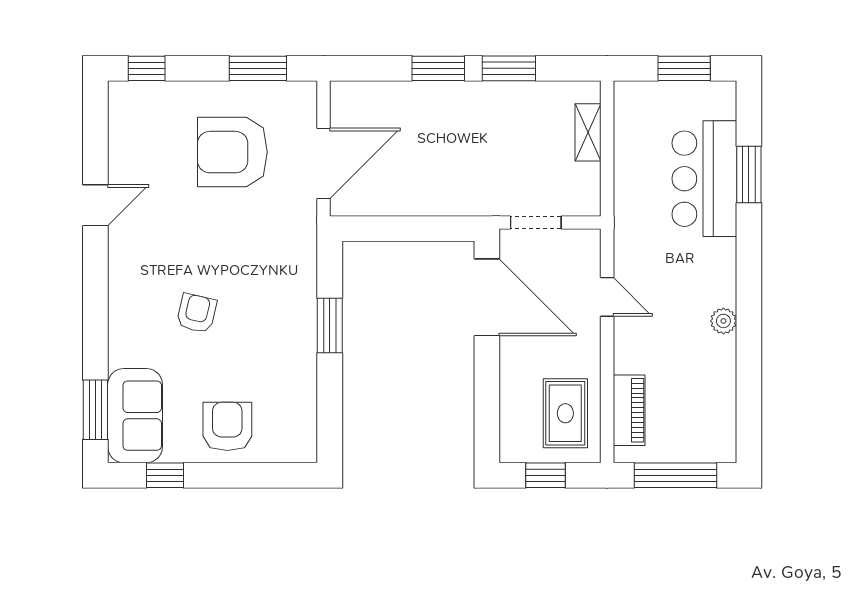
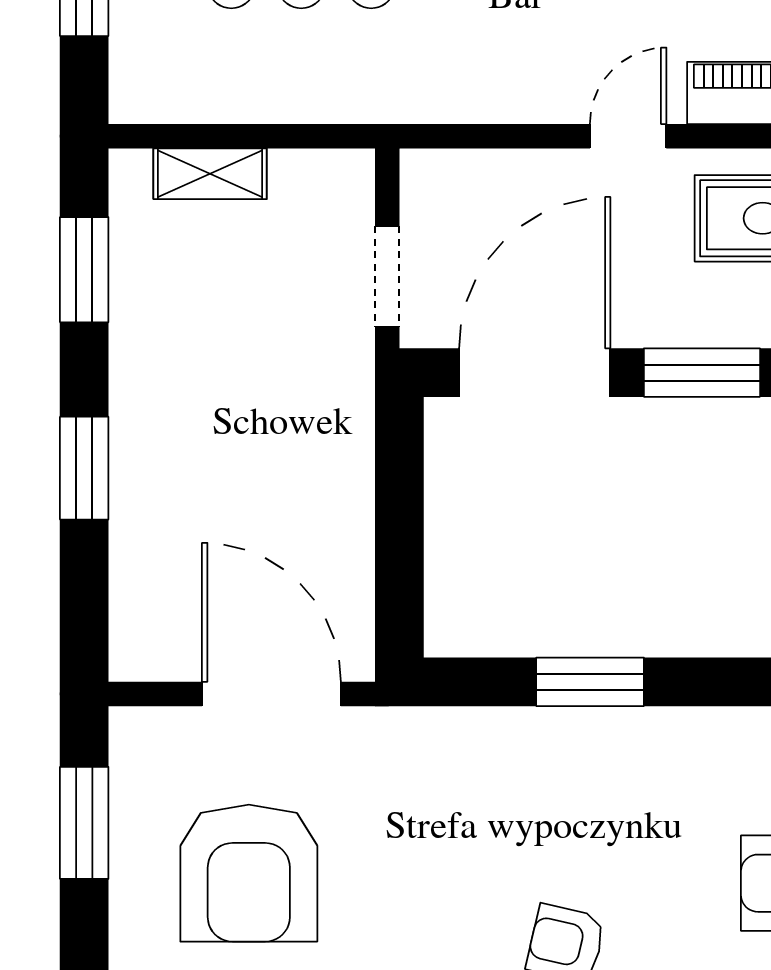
window: (509, 68) -> (84, 270), moved
door: (607, 297) -> (628, 136), moved
window: (487, 382) -> (702, 373), added

